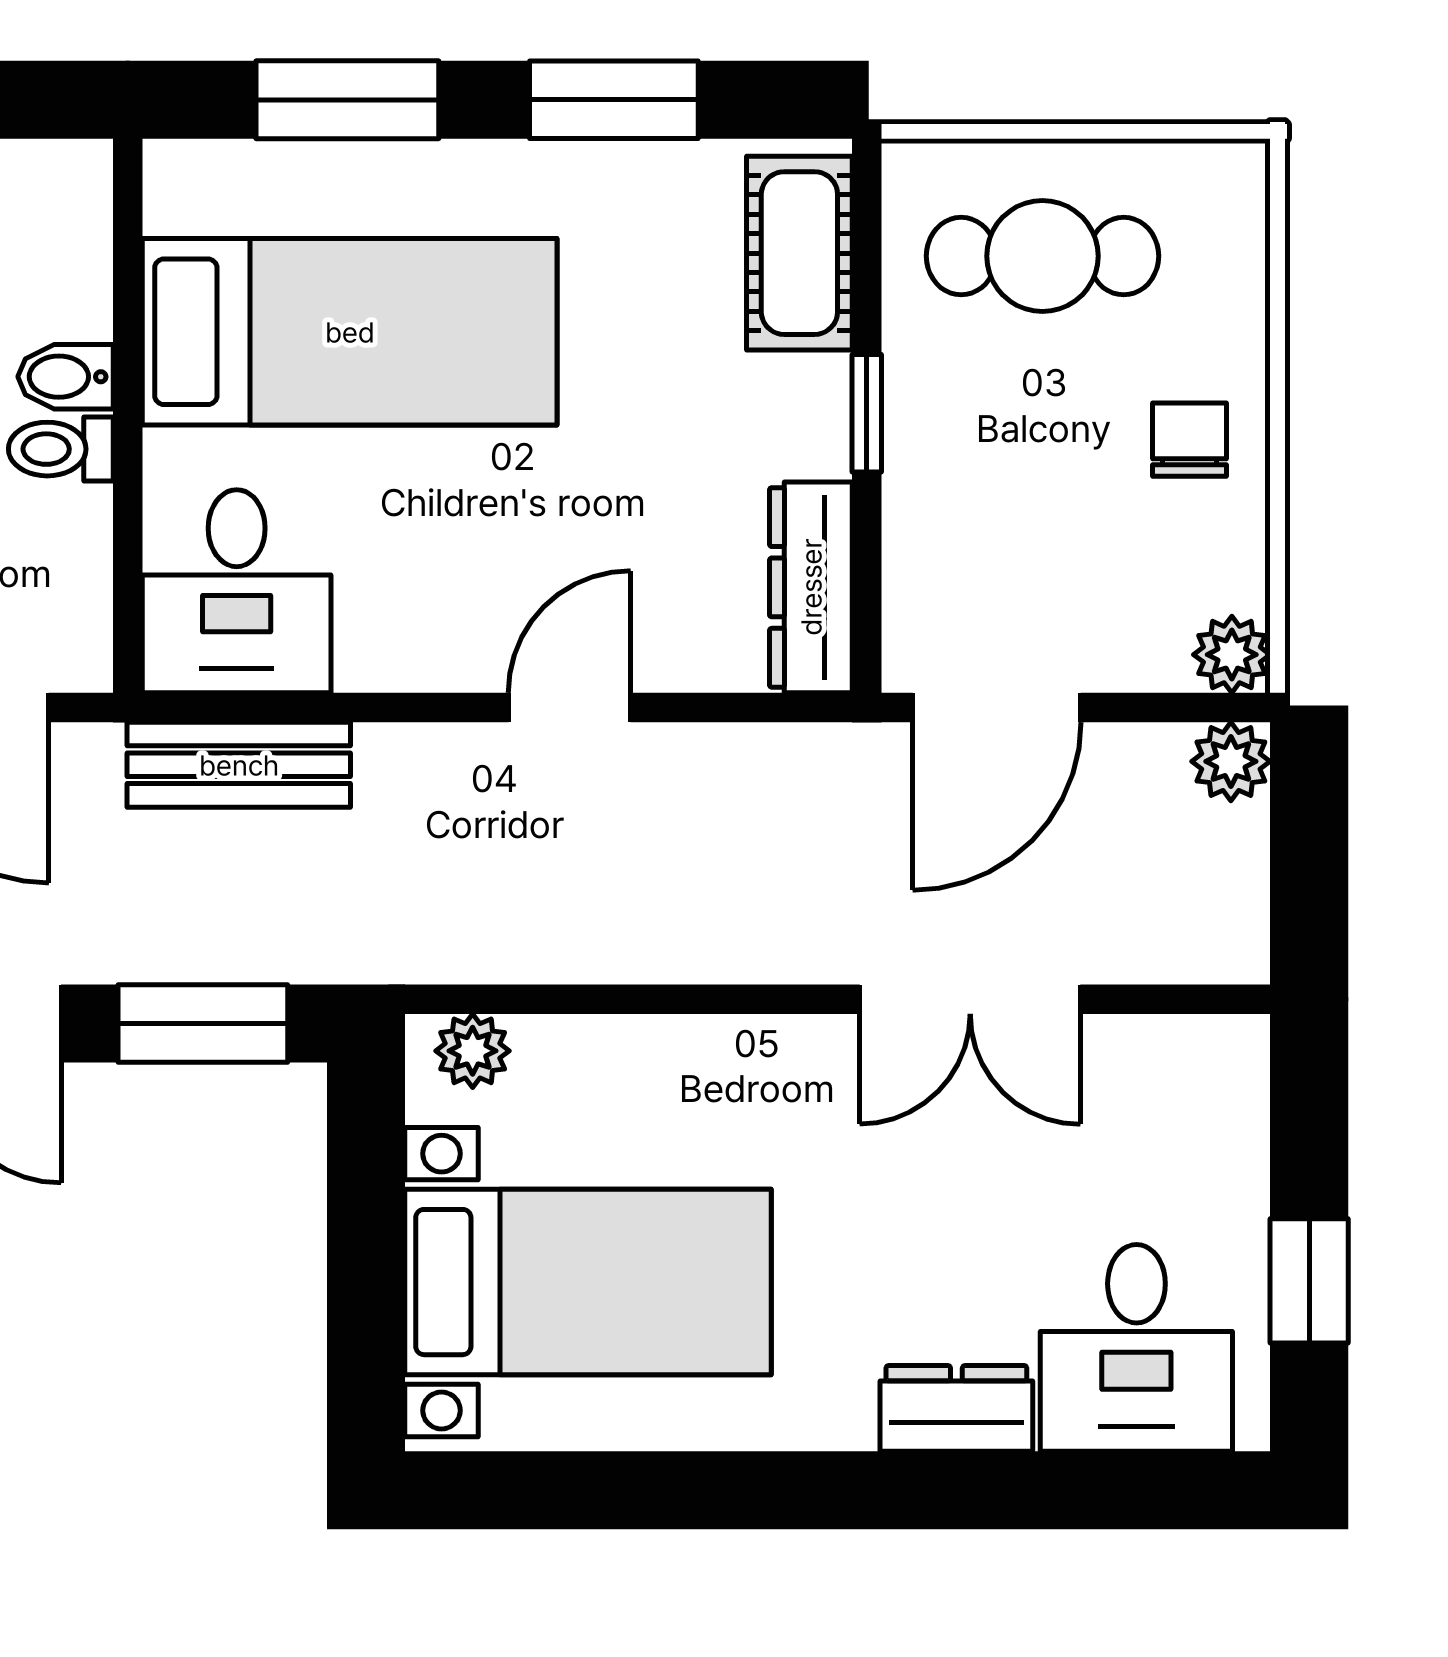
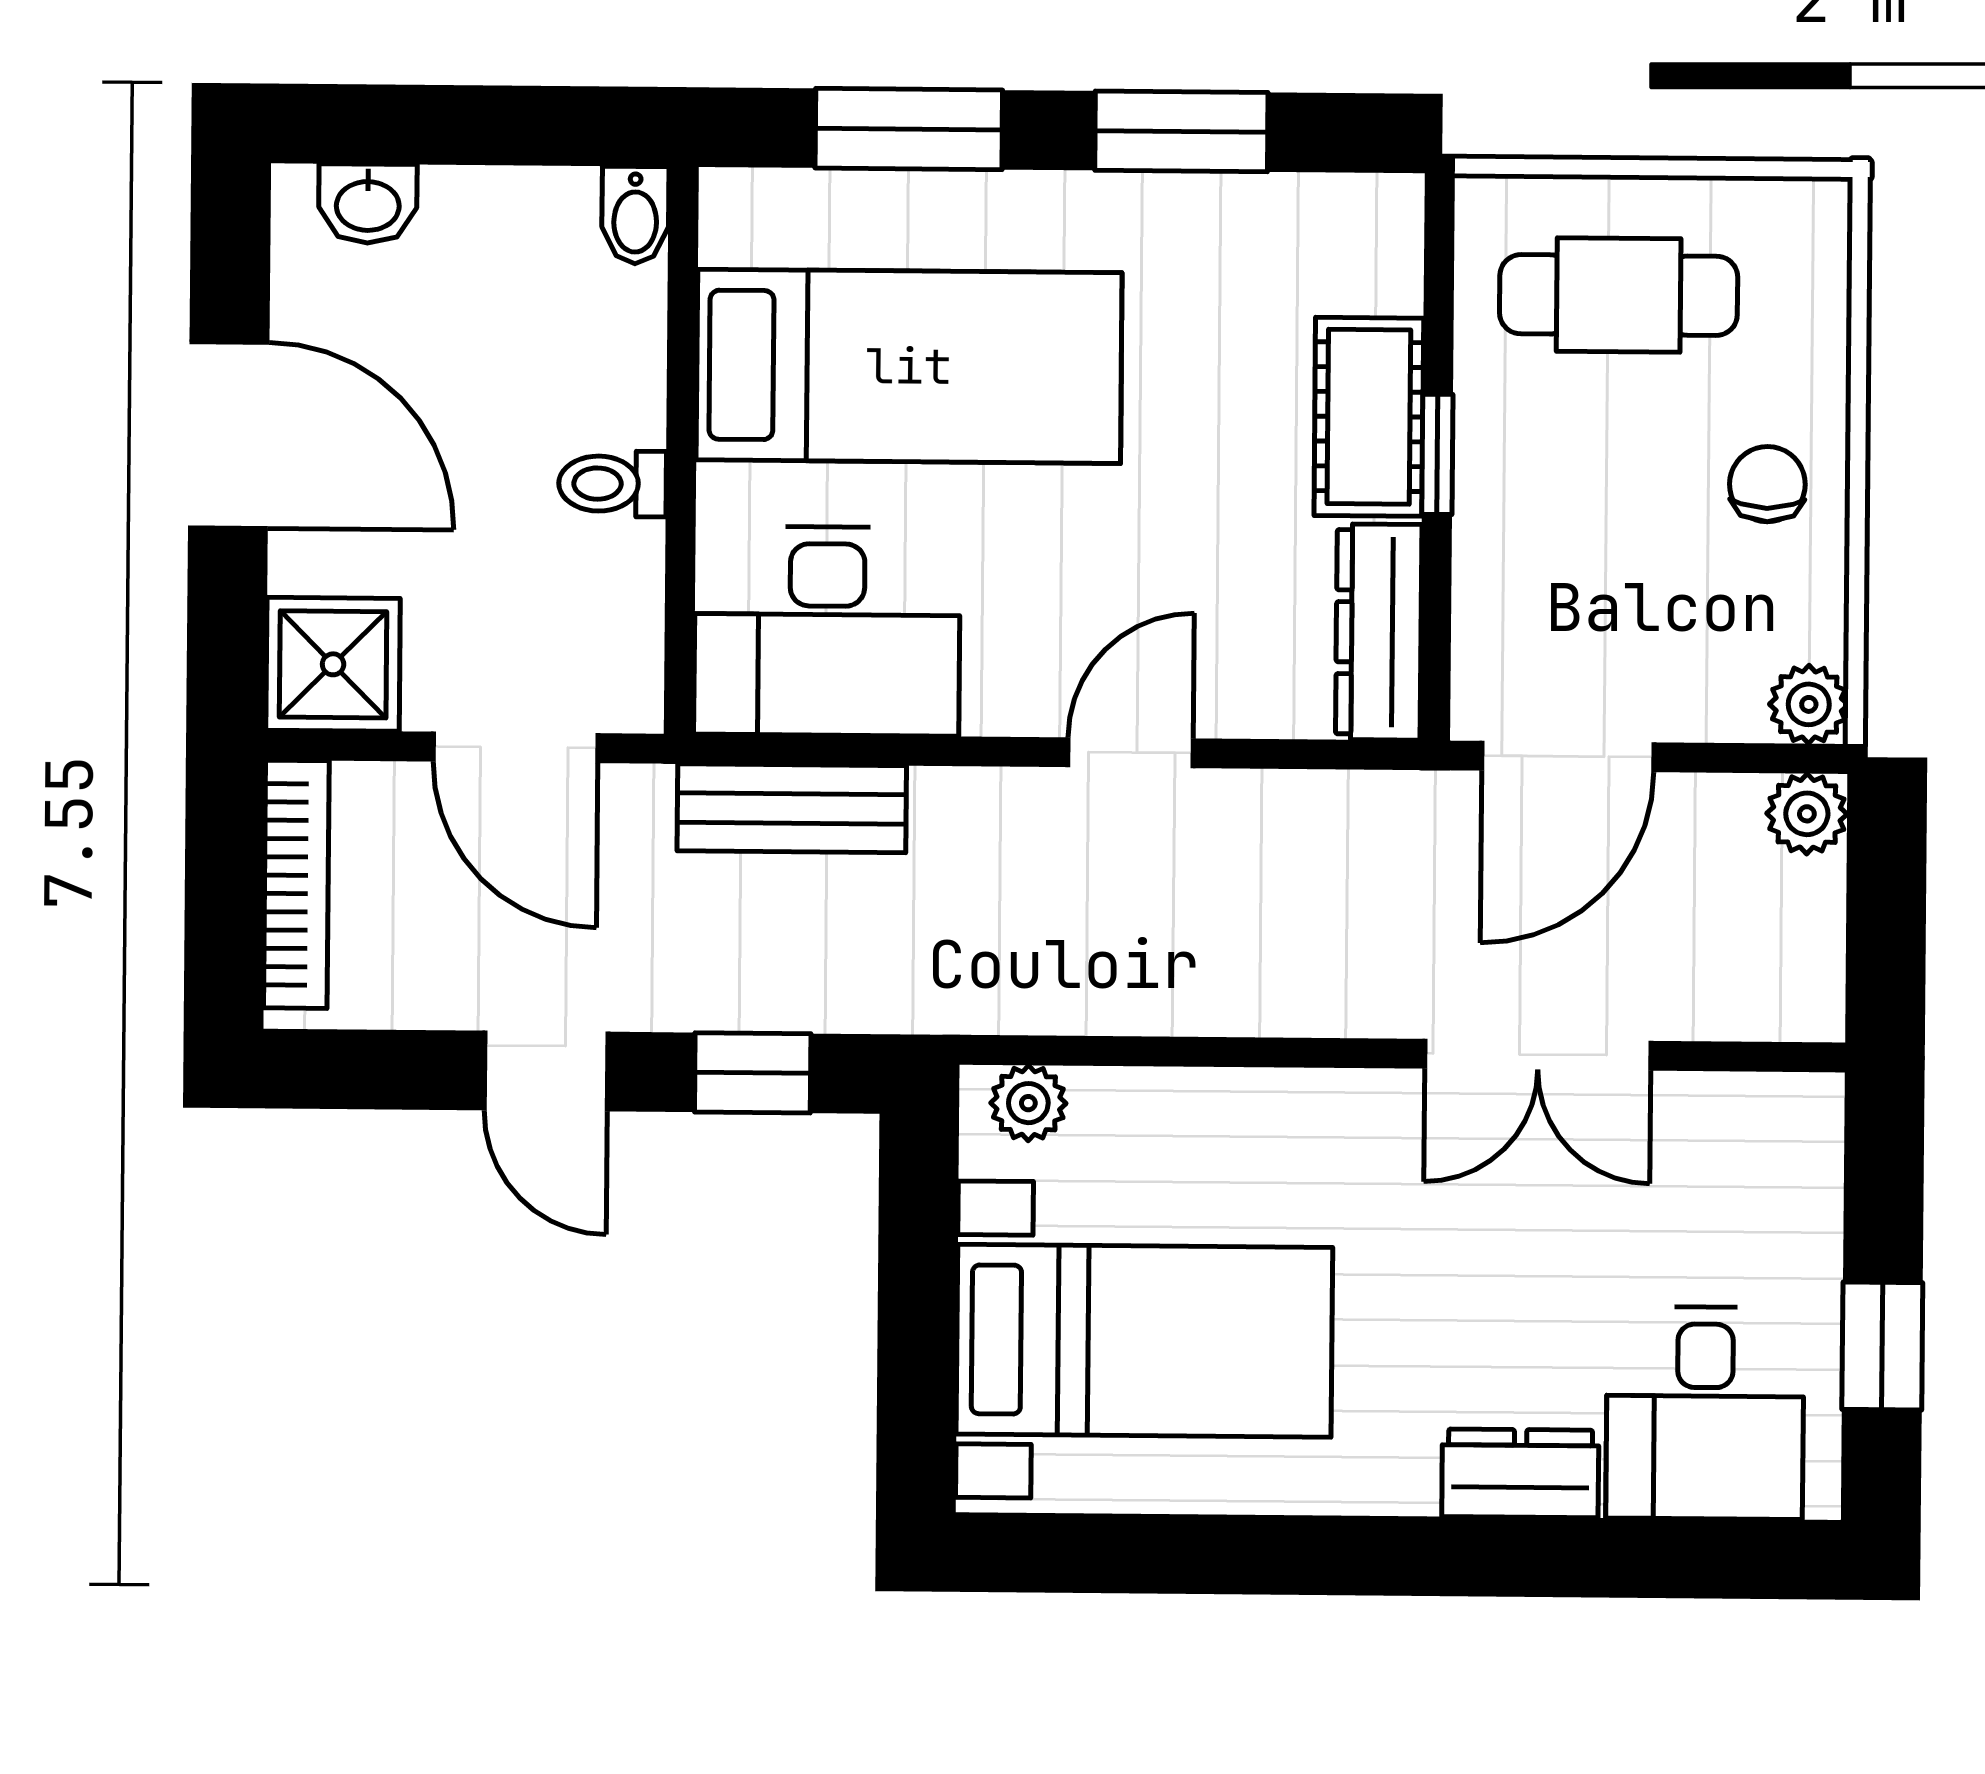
cot: (799, 253) -> (1369, 417), moved
bidet: (66, 377) -> (635, 215), moved, turned -90
desk: (237, 591) -> (827, 631), width x1.37
window: (203, 1024) -> (753, 1073), width x0.67

